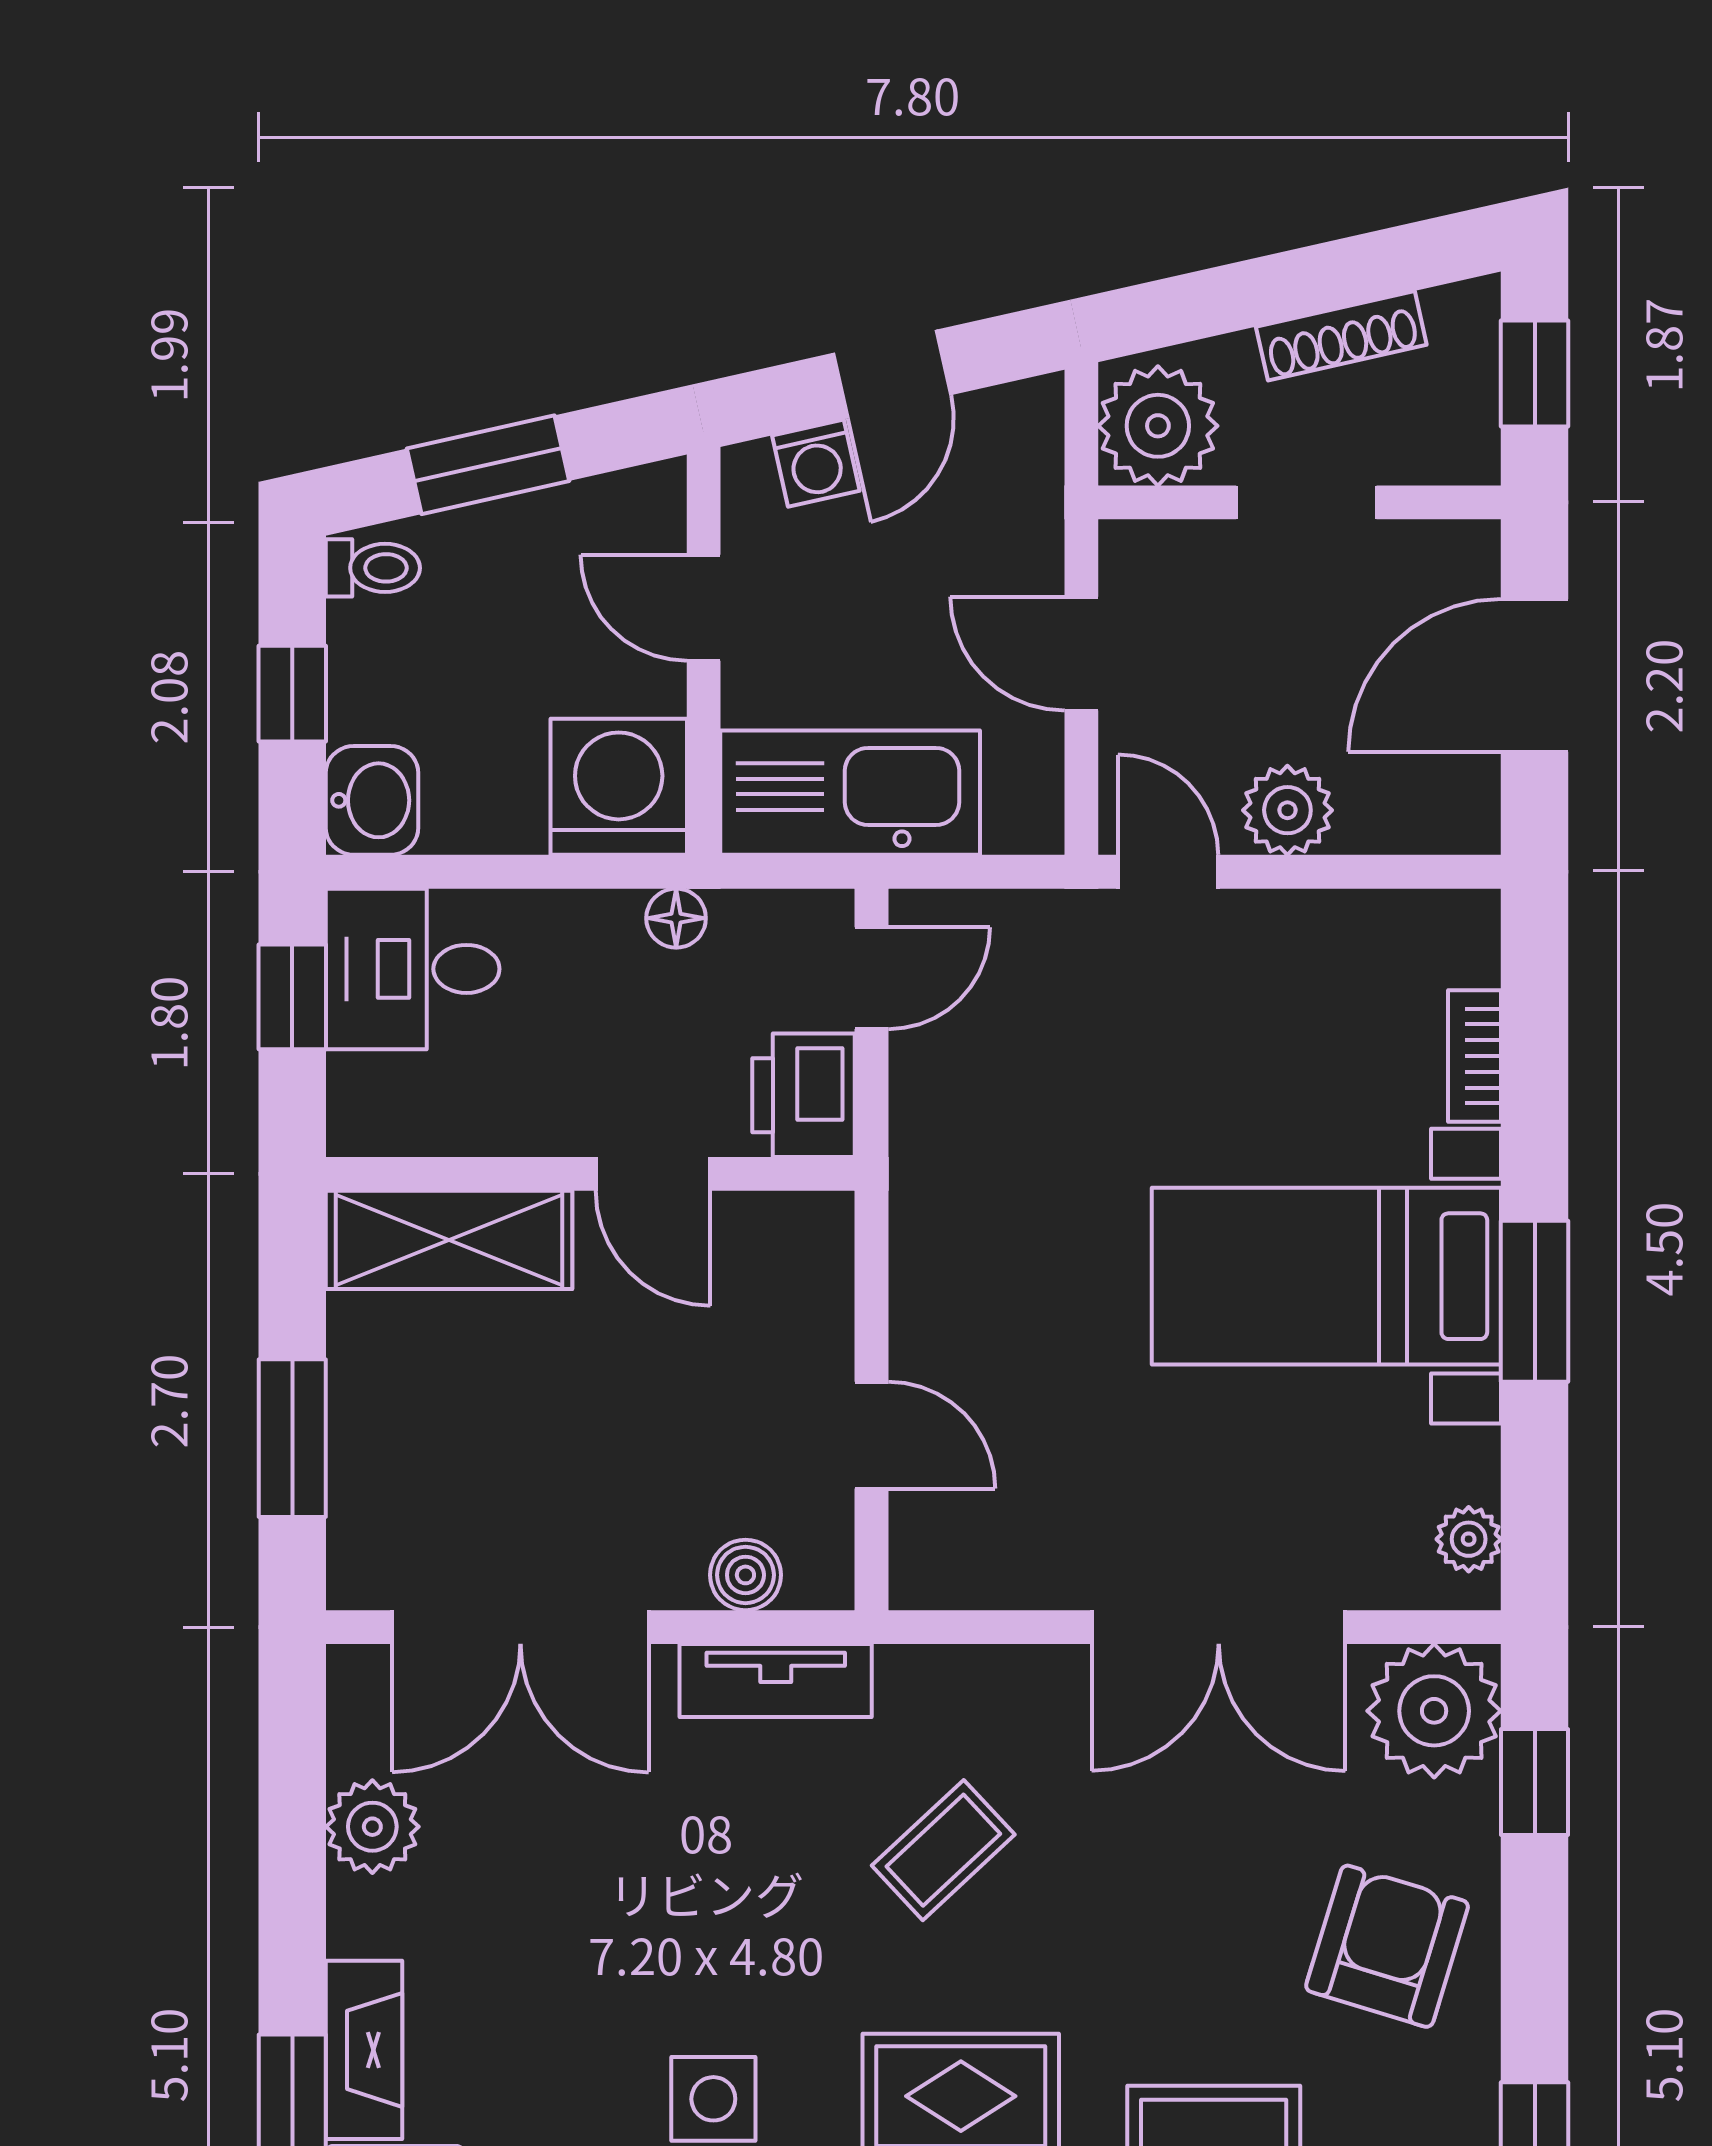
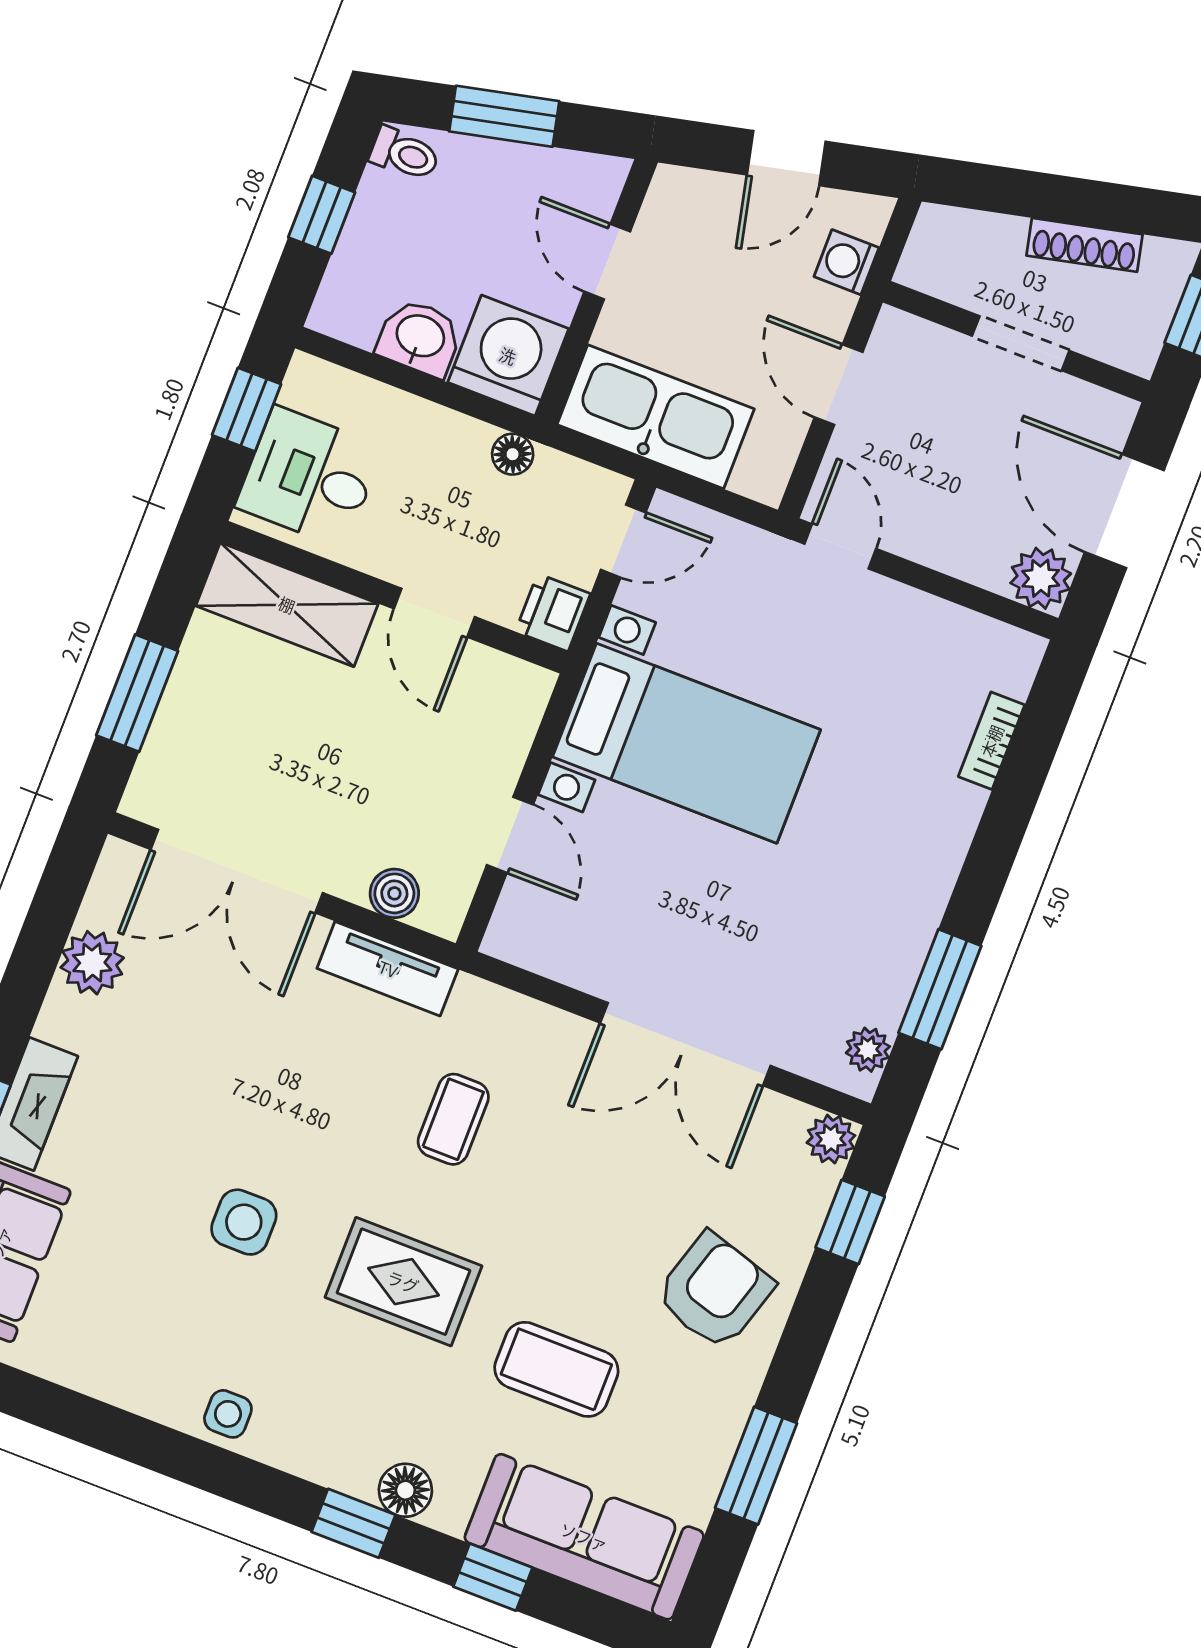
plant: (1158, 426) -> (944, 257), removed
washing machine: (816, 463) -> (846, 262), moved, turned 103
door: (1535, 675) -> (1124, 511), hinge flipped
washbasin: (372, 800) -> (420, 338), moved, turned -90
plant: (1287, 810) -> (1041, 578), moved
desk: (413, 969) -> (309, 477), moved
printer: (804, 1095) -> (553, 613), width x0.73, depth x0.81
bed with nightstands: (1326, 1276) -> (687, 743), moved, turned 180
window: (1535, 1301) -> (940, 989), moved
plant: (1434, 1711) -> (831, 1139), width x0.53, depth x0.53
coffee table: (943, 1850) -> (453, 1119), turned -47

